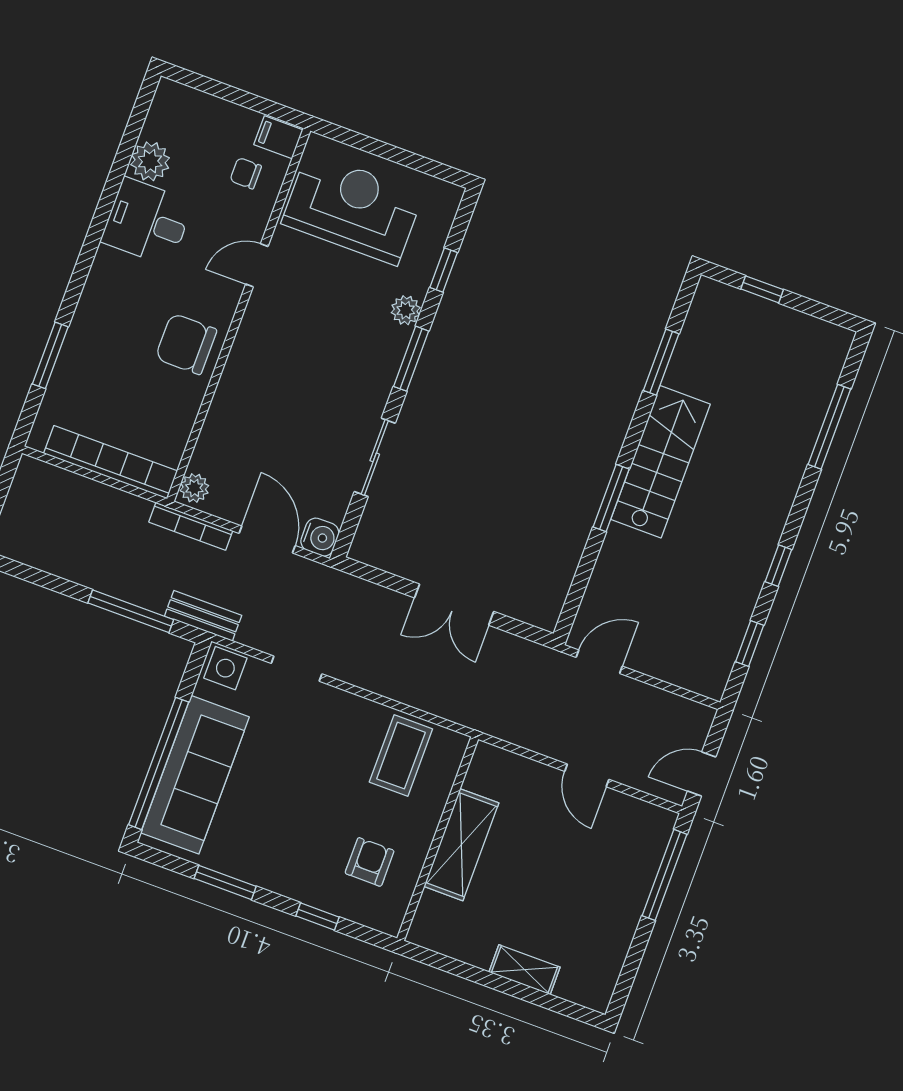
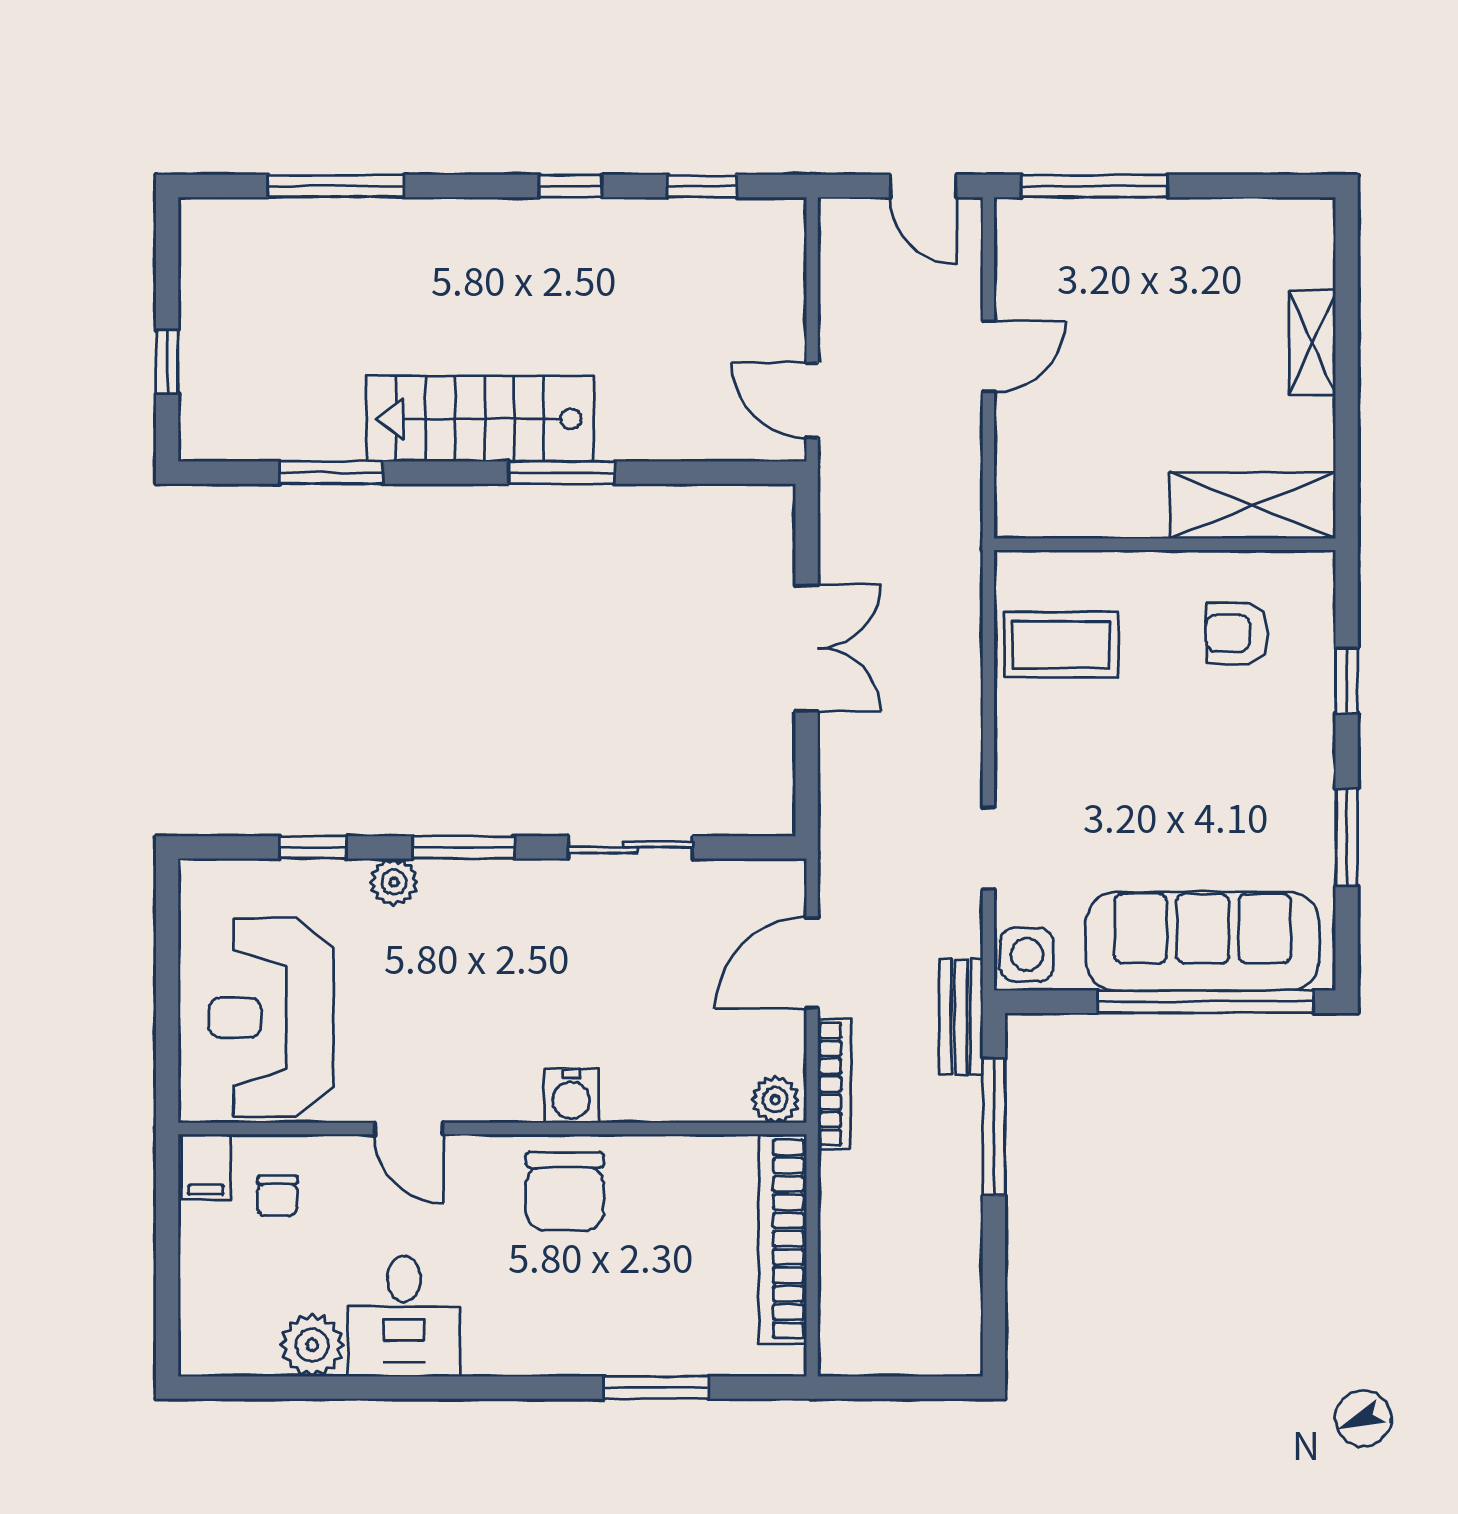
water cooler: (320, 537) -> (571, 1096), moved, turned 180
shelving: (461, 845) -> (1253, 506), moved

